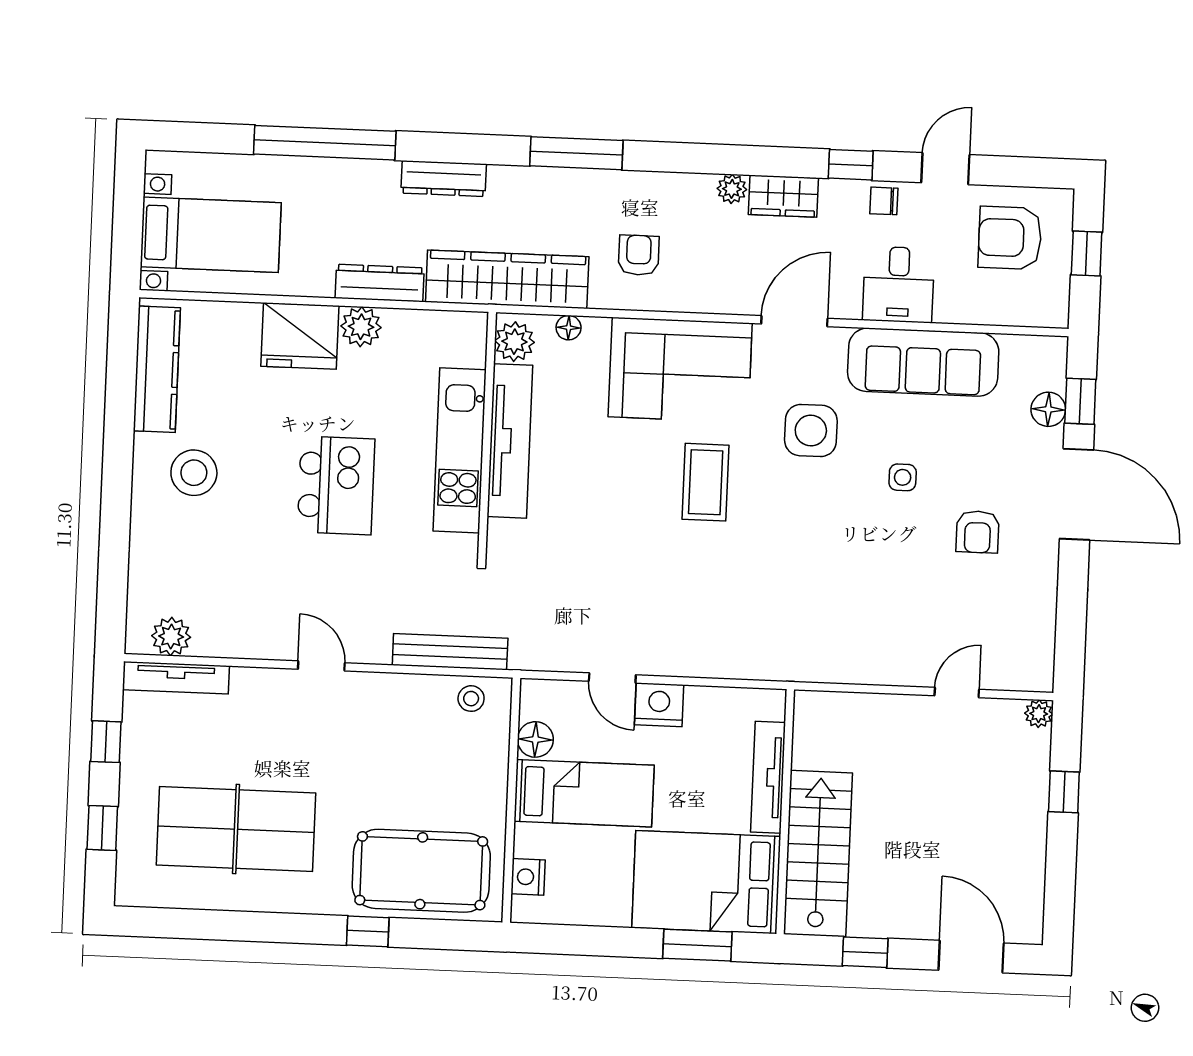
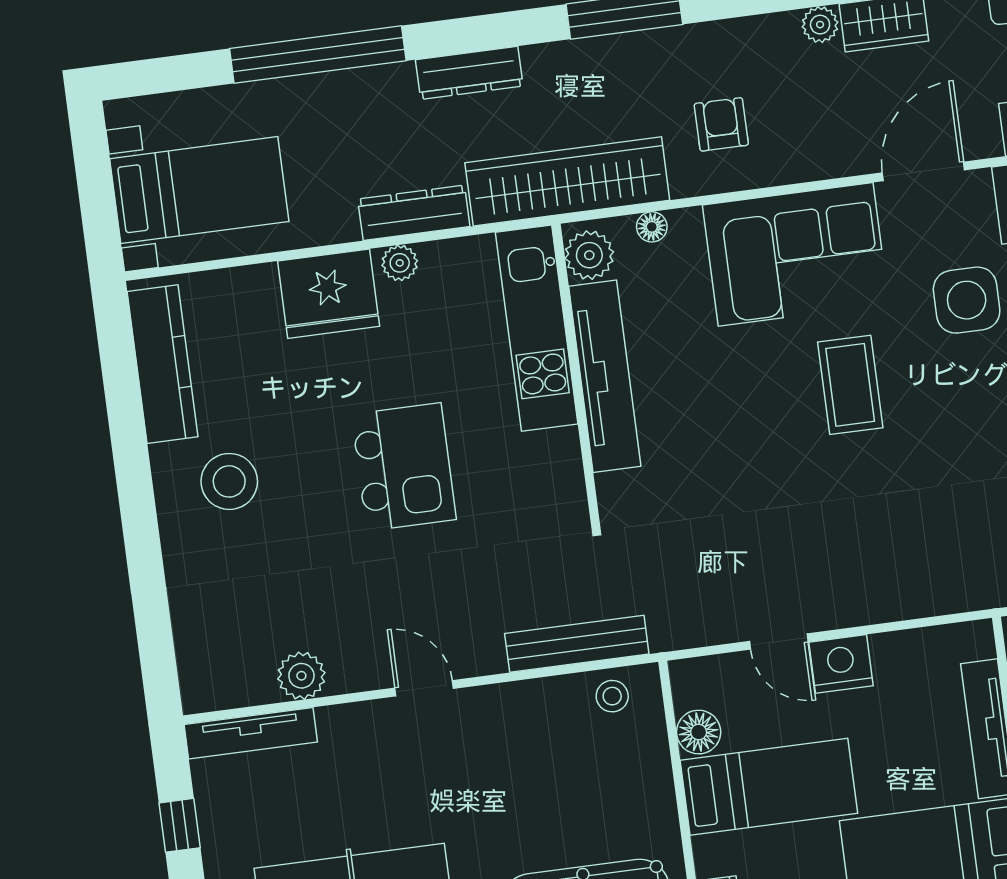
plant: (361, 327) -> (400, 263), width x0.73, depth x0.73
kitchen unit: (460, 450) -> (537, 328), moved
plant: (171, 636) -> (301, 676), moved

